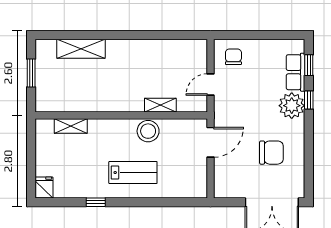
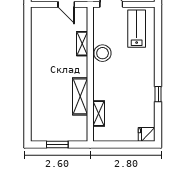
shelving: (81, 49) -> (80, 96), moved
lab bench: (133, 173) -> (137, 29), moved

